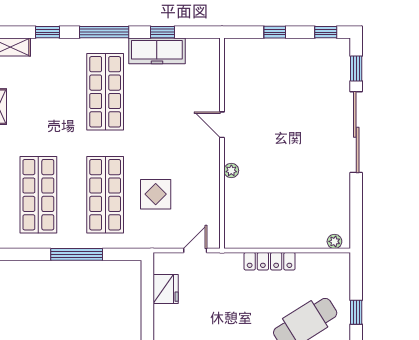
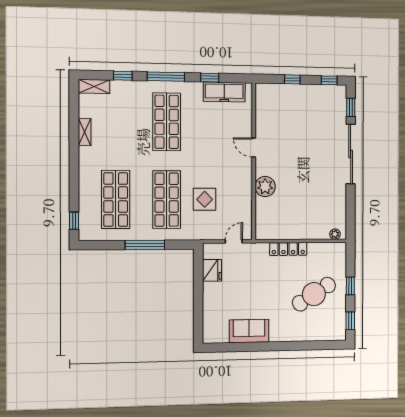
freezer: (157, 51) -> (224, 92), moved
plant: (231, 171) -> (265, 187), width x1.87, depth x1.87

